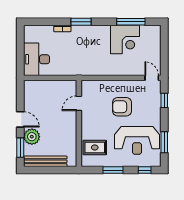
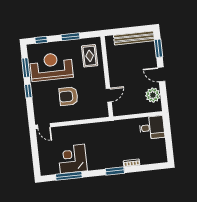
desk: (37, 59) -> (152, 128), width x0.73
window: (164, 100) -> (28, 91), moved
armchair: (122, 107) -> (69, 96), turned 180
plant: (32, 137) -> (153, 95), moved
rug: (95, 147) -> (90, 56), turned 90

